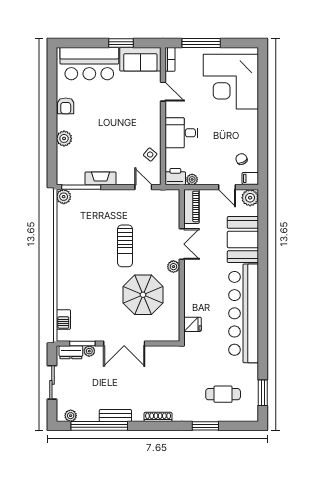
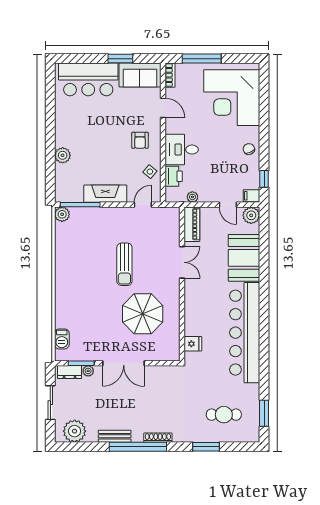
armchair: (66, 106) -> (140, 140), moved
chair: (241, 159) -> (249, 149), moved
window: (263, 162) -> (264, 179), added
printer: (175, 177) -> (174, 176), moved, turned 90
fireplace: (101, 178) -> (105, 194), width x1.37, depth x1.32
door: (143, 187) -> (143, 205), hinge flipped
plant: (173, 267) -> (174, 285), removed
plant: (71, 416) -> (75, 431), width x1.88, depth x1.88
window: (99, 426) -> (138, 447), moved

